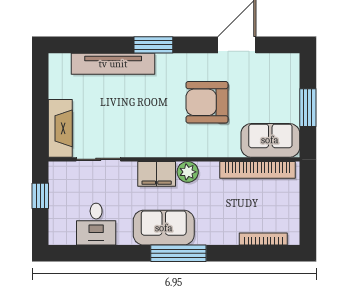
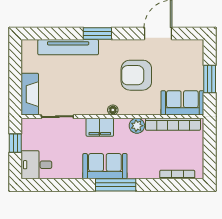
floor lamp: (175, 150) -> (113, 110), added
plant: (188, 172) -> (137, 126), moved
desk: (96, 224) -> (36, 165), moved, turned 90

